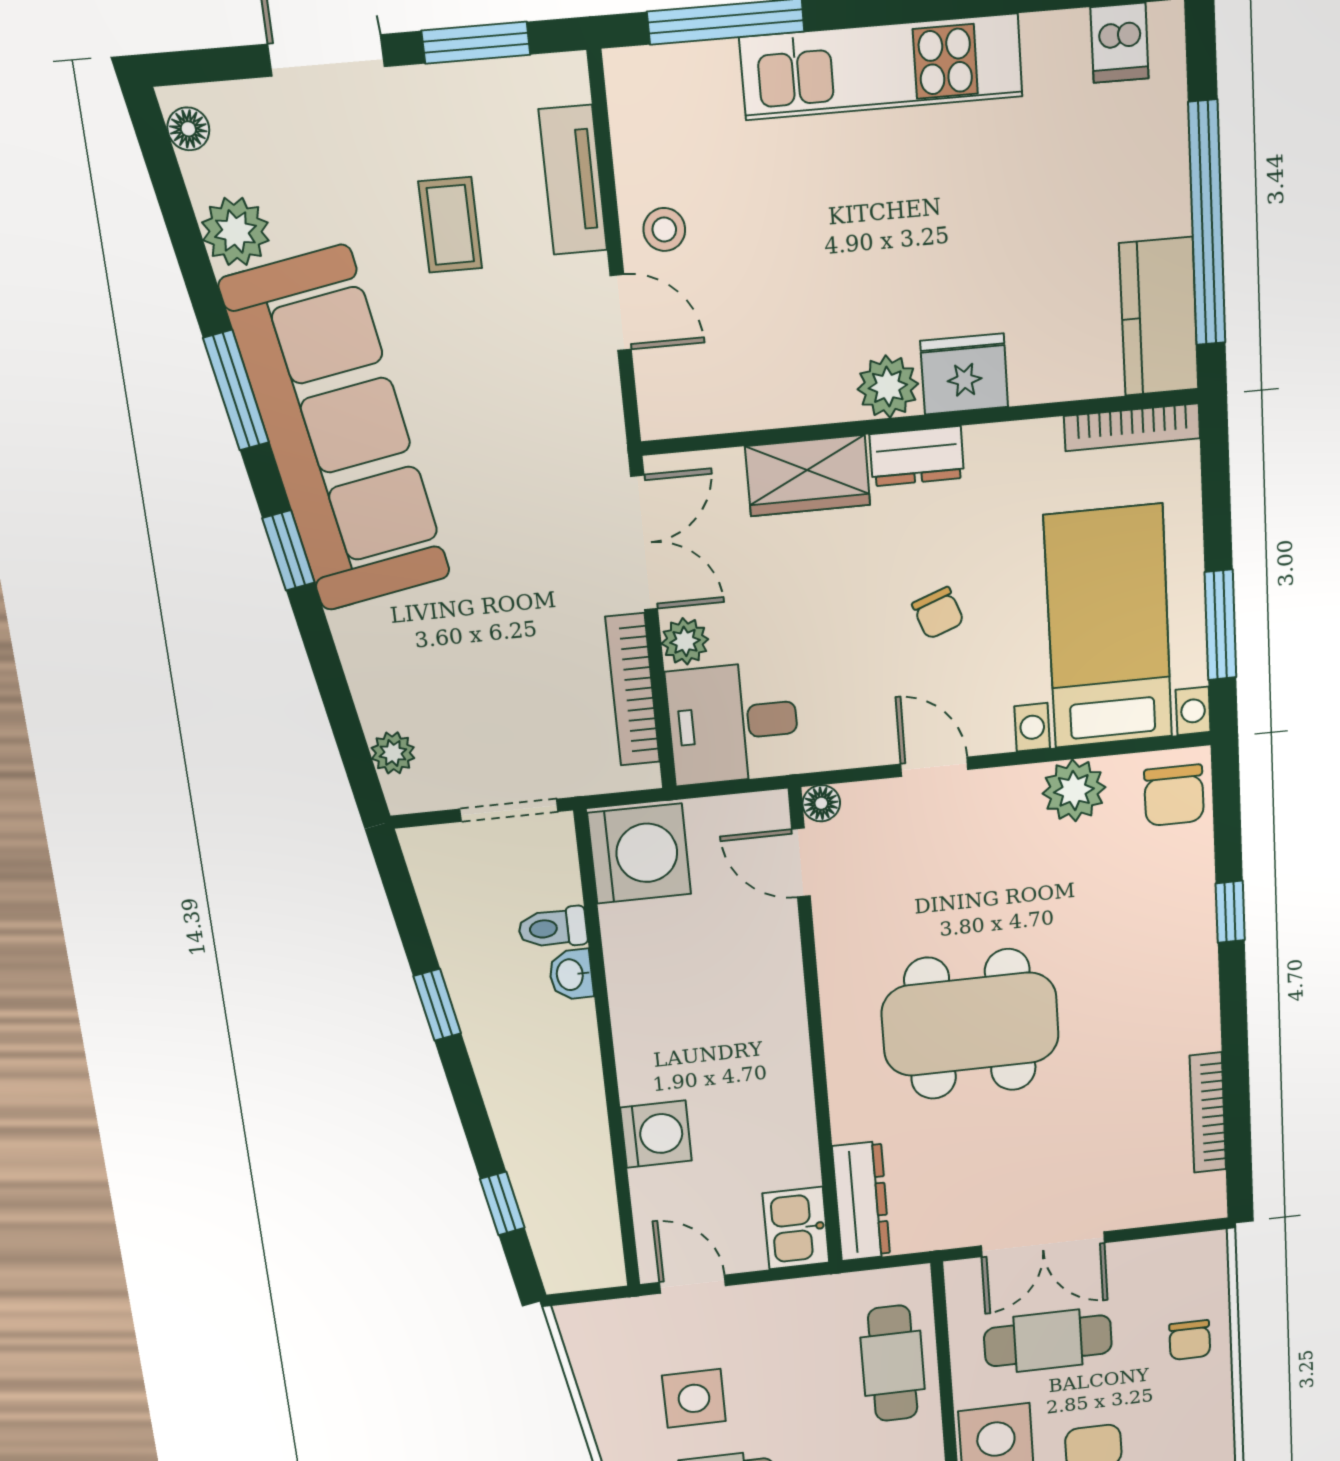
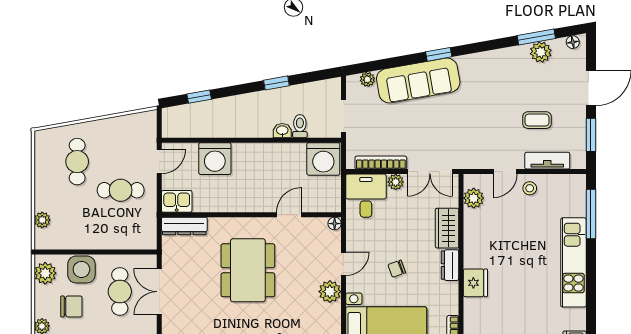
plant: (888, 387) -> (474, 198), moved
window: (236, 390) -> (536, 37), moved
sofa: (336, 431) -> (418, 81), moved, width x0.74, depth x0.79
plant: (1074, 790) -> (330, 292), moved
door: (801, 863) -> (289, 215), moved
washing machine: (656, 1134) -> (215, 159), width x1.37, depth x1.37
cafe table: (893, 1363) -> (121, 190), moved
side table: (694, 1398) -> (113, 158), removed

